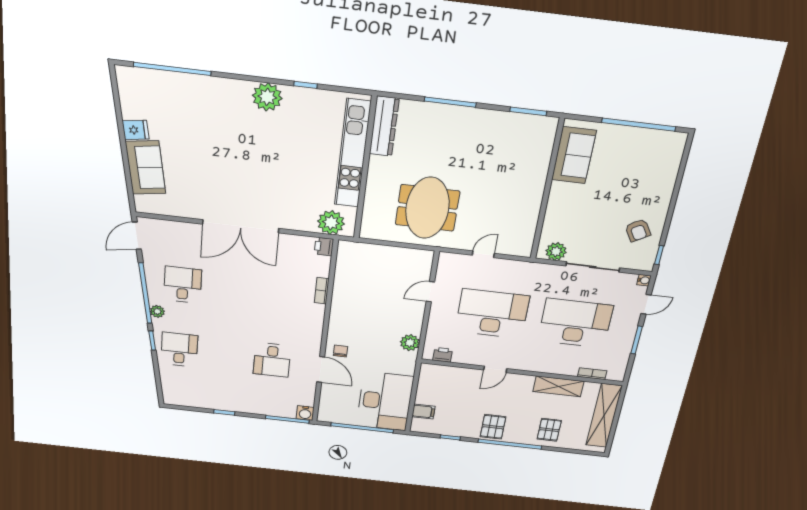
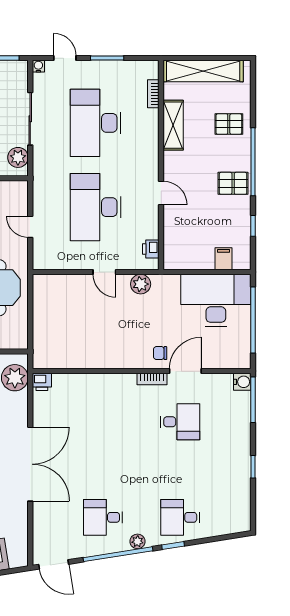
bookcase: (322, 291) -> (152, 379), moved
door: (430, 292) -> (104, 272), moved

